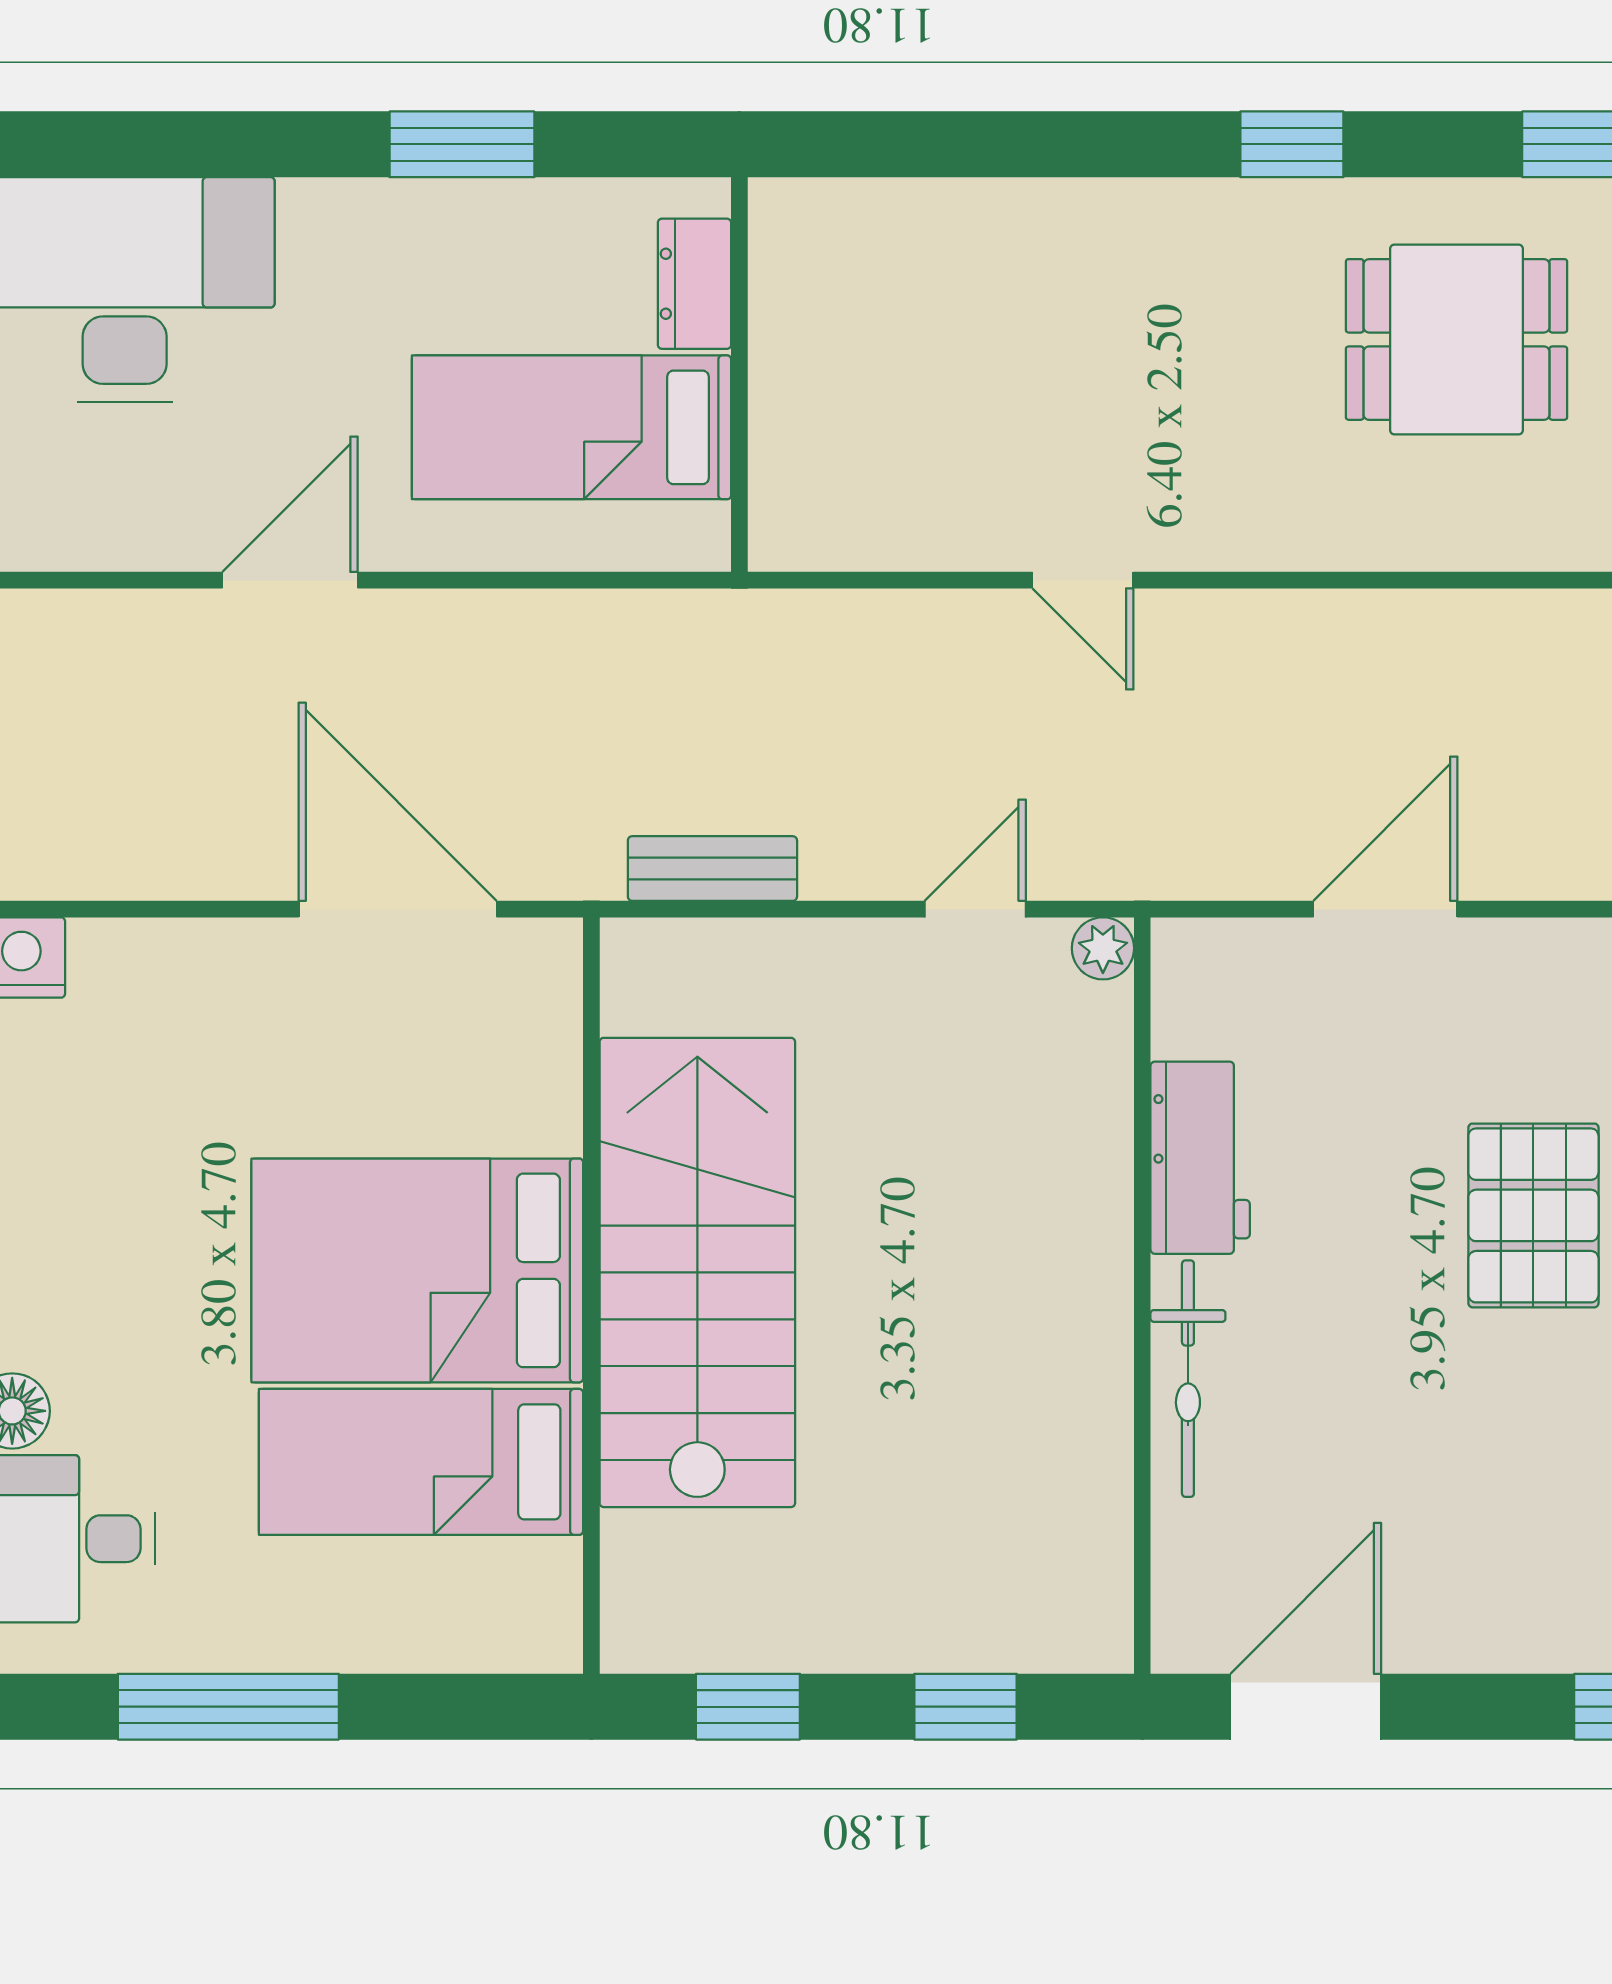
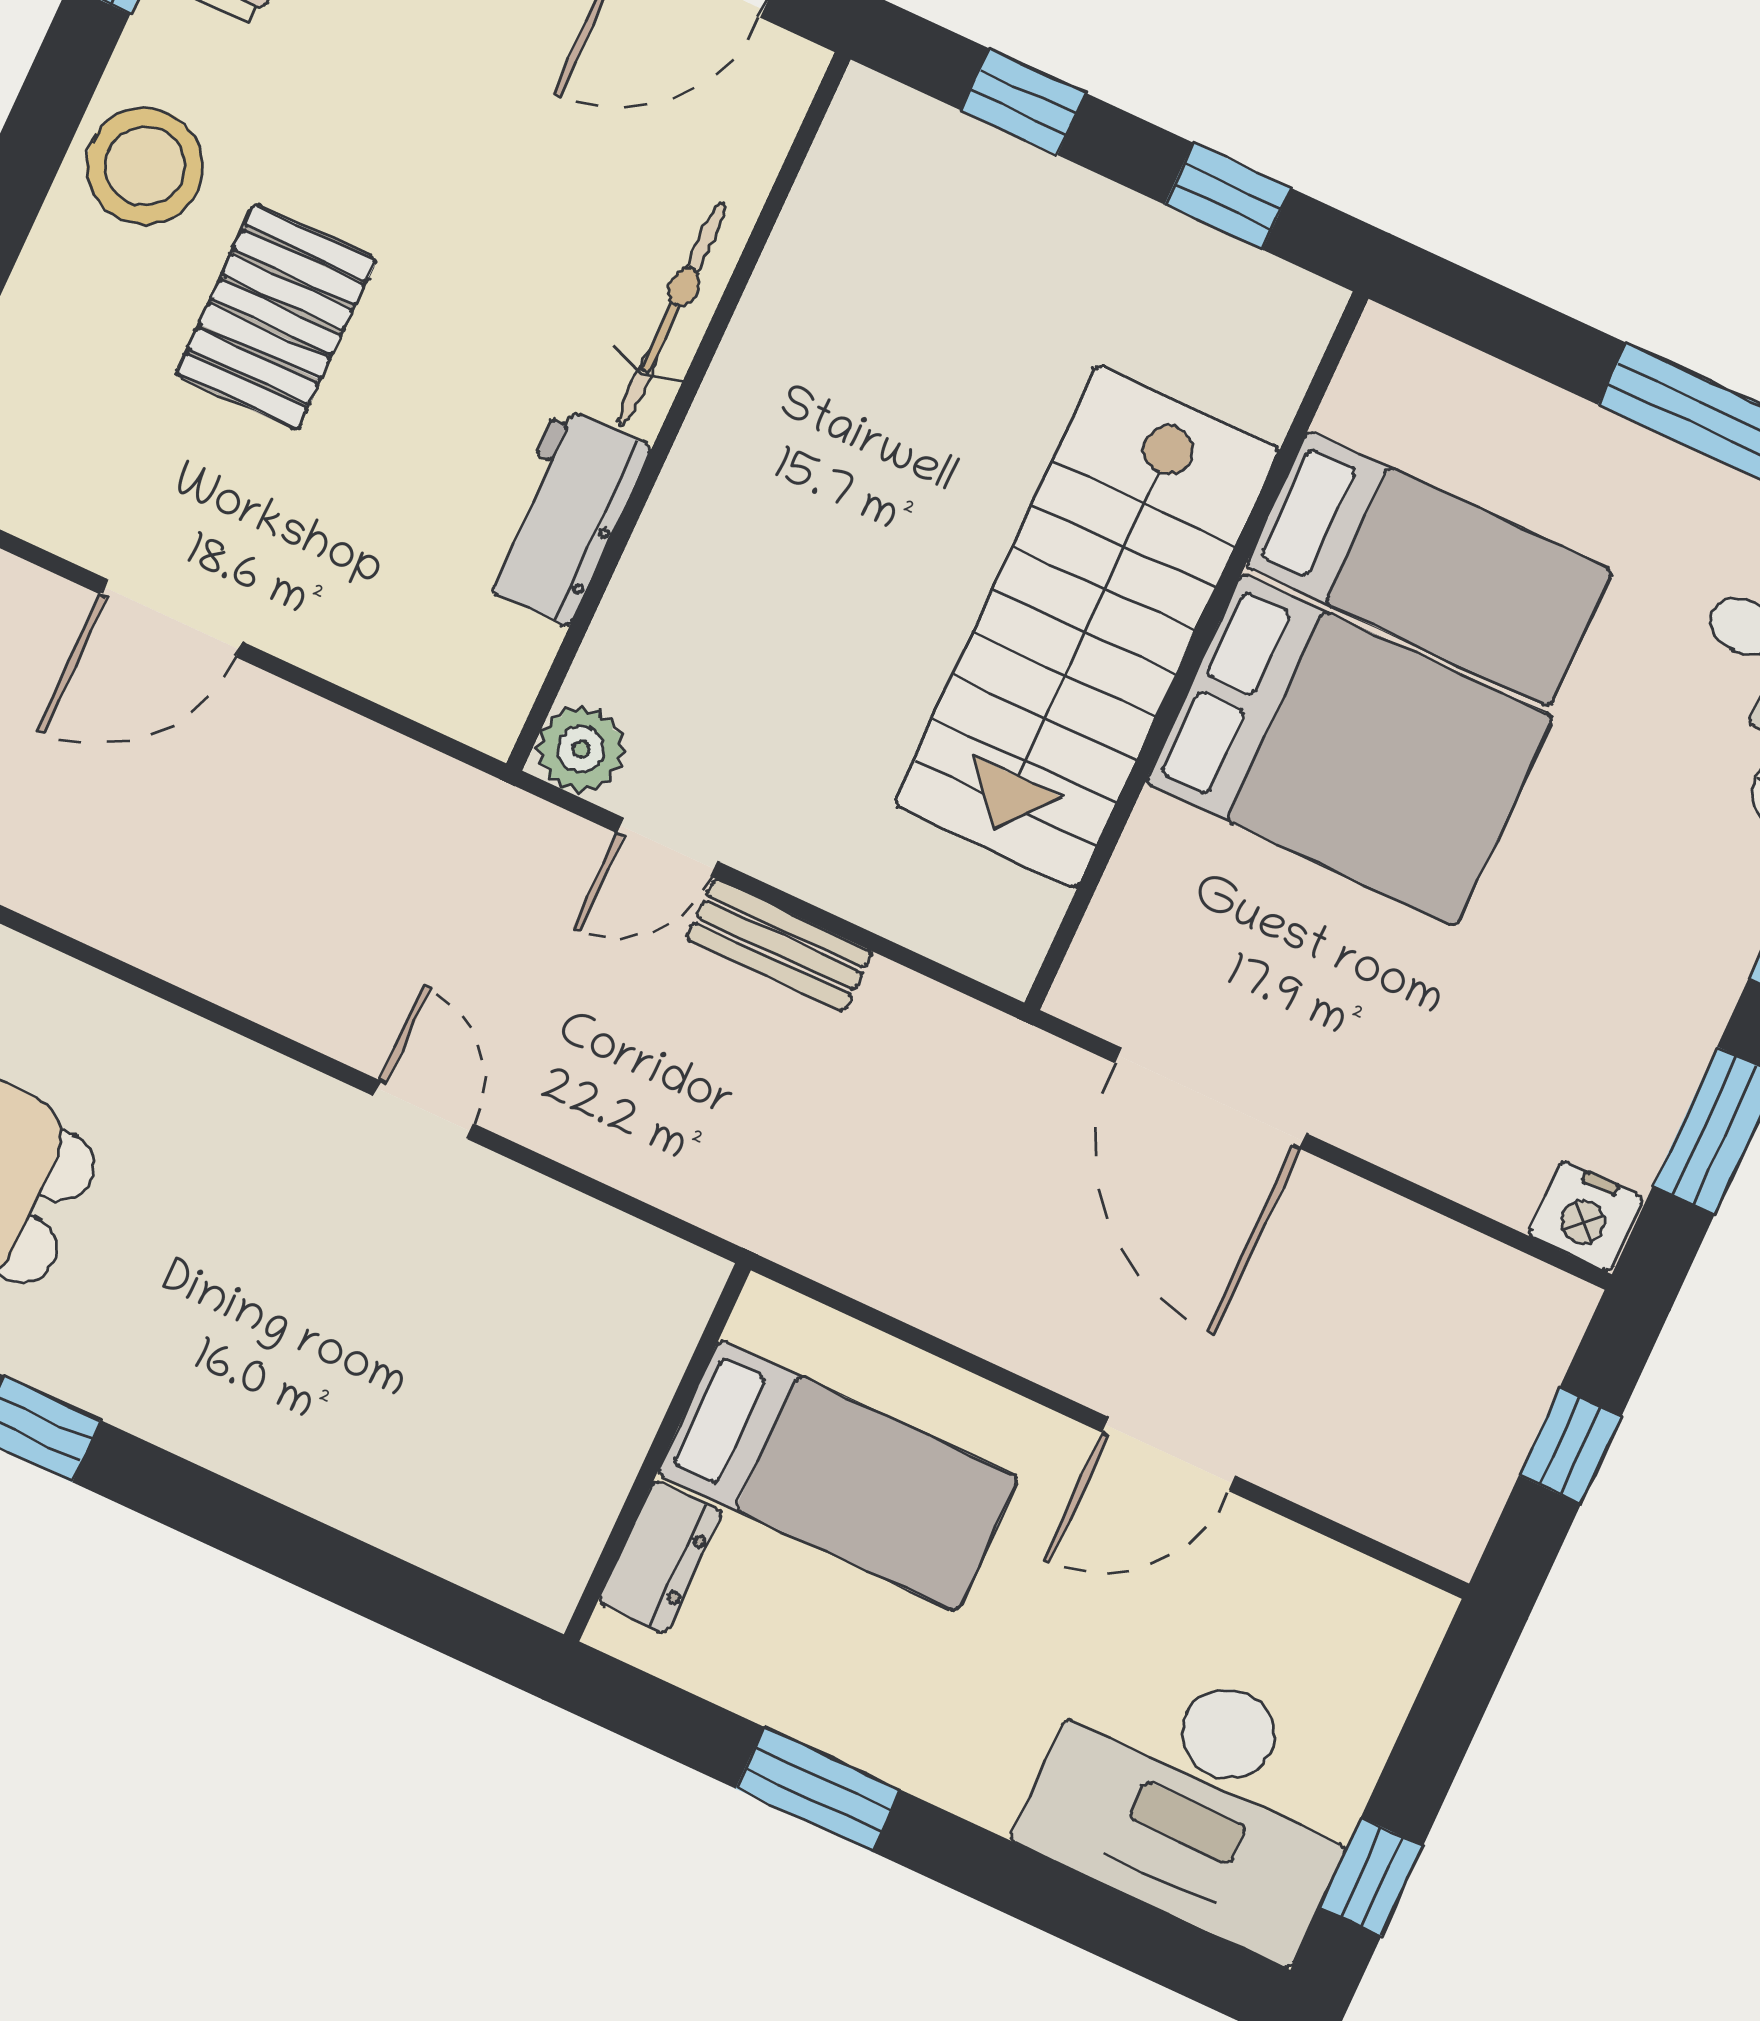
bench: (712, 869) -> (779, 945), moved
door: (1385, 909) -> (171, 618), moved
plant: (1103, 948) -> (581, 749), width x1.38, depth x1.38

